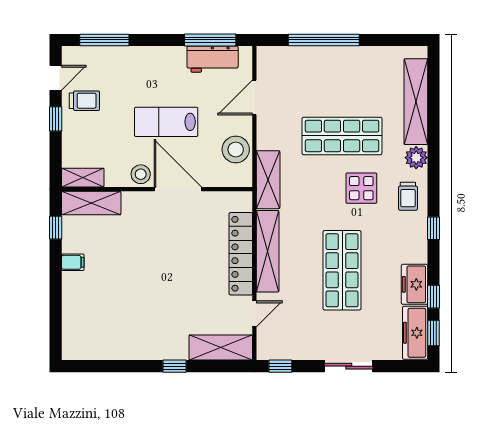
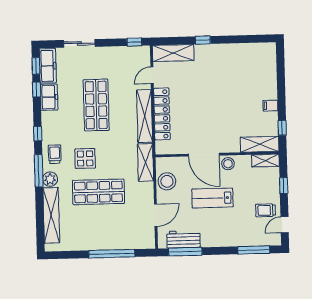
window: (56, 119) -> (284, 186), moved
lab bench: (166, 122) -> (212, 198), turned 180
window: (434, 171) -> (39, 171), added
sliding door: (349, 366) -> (79, 43), moved

